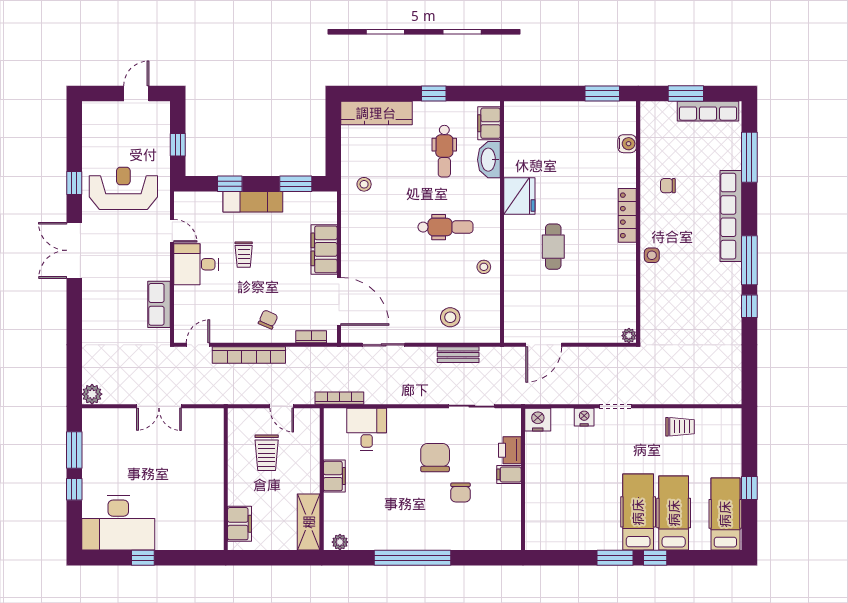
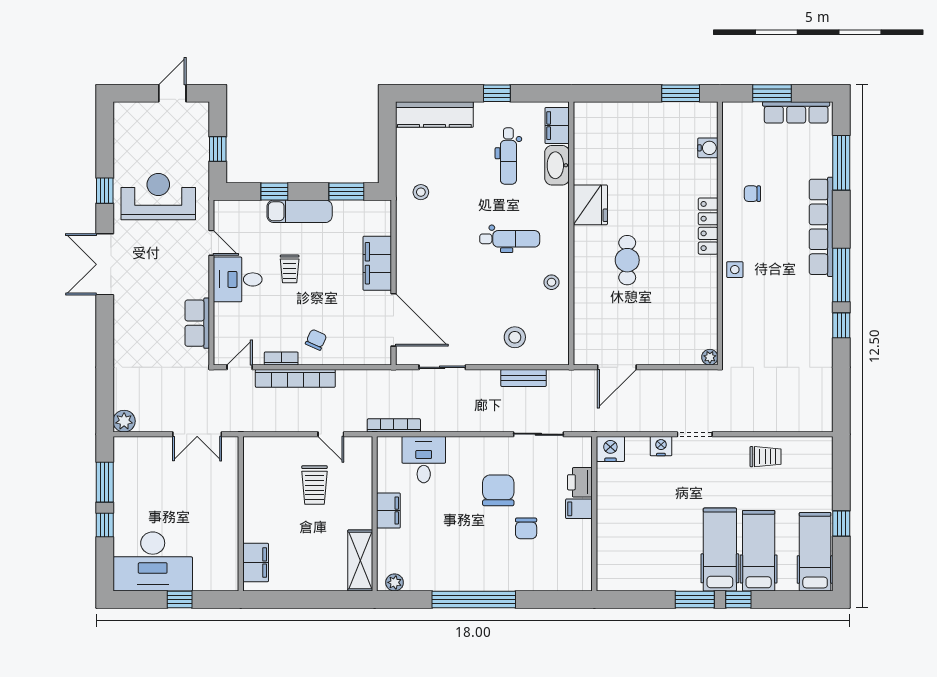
bookcase: (311, 337) -> (281, 358), moved
wall: (226, 479) -> (241, 514), moved
filing cabinet: (239, 524) -> (256, 562), moved

